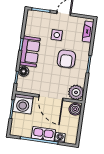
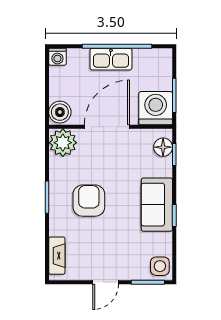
side table: (57, 35) -> (160, 266), moved
floor lamp: (24, 71) -> (163, 147), moved
door: (51, 98) -> (107, 127), hinge flipped
washing machine: (60, 138) -> (57, 57), moved

